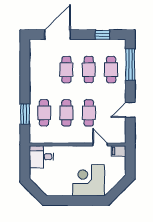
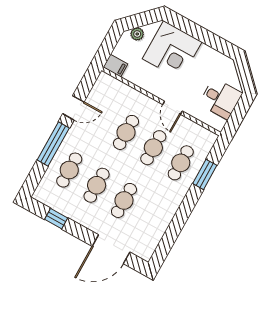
window: (130, 65) -> (53, 144), moved
door: (100, 144) -> (172, 108), moved
desk: (41, 157) -> (220, 99), moved
plant: (116, 178) -> (137, 34), added

